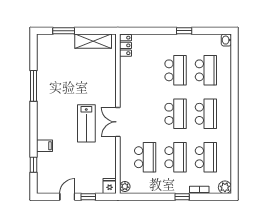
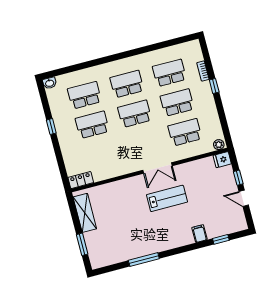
plant: (225, 187) -> (194, 47), removed

